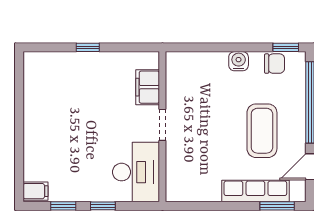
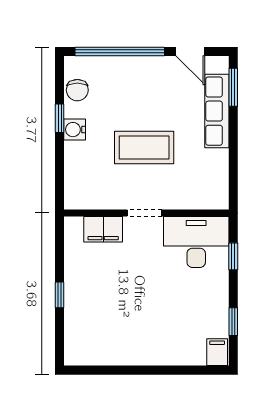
window: (286, 47) -> (60, 118), moved
chair: (275, 64) -> (77, 90), turned 180
coffee table: (262, 131) -> (144, 147), moved
window: (103, 206) -> (233, 256), moved

